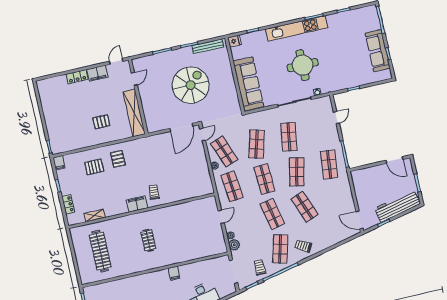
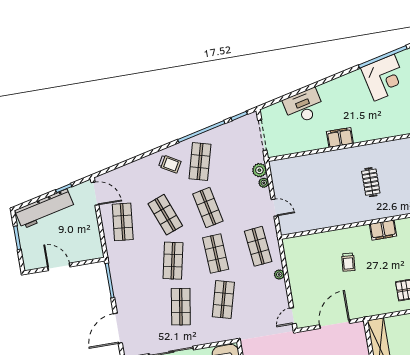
door: (336, 118) -> (118, 328), width x1.88
door: (181, 127) -> (335, 324), moved
shop shelf: (224, 151) -> (266, 292), removed
door: (395, 160) -> (59, 267), moved
shop shelf: (329, 164) -> (123, 222), moved
trolley: (154, 192) -> (348, 262), moved
door: (221, 217) -> (275, 208), swing flipped
trolley: (260, 267) -> (228, 139), removed
filing cabinet: (174, 273) -> (340, 137), width x2.00

